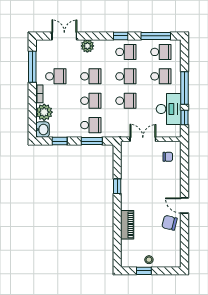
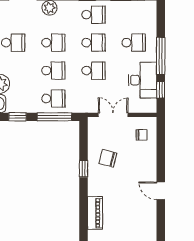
school desk: (161, 52) -> (134, 15), removed
window: (92, 141) -> (54, 117), width x1.44
chair: (170, 223) -> (108, 158), moved

